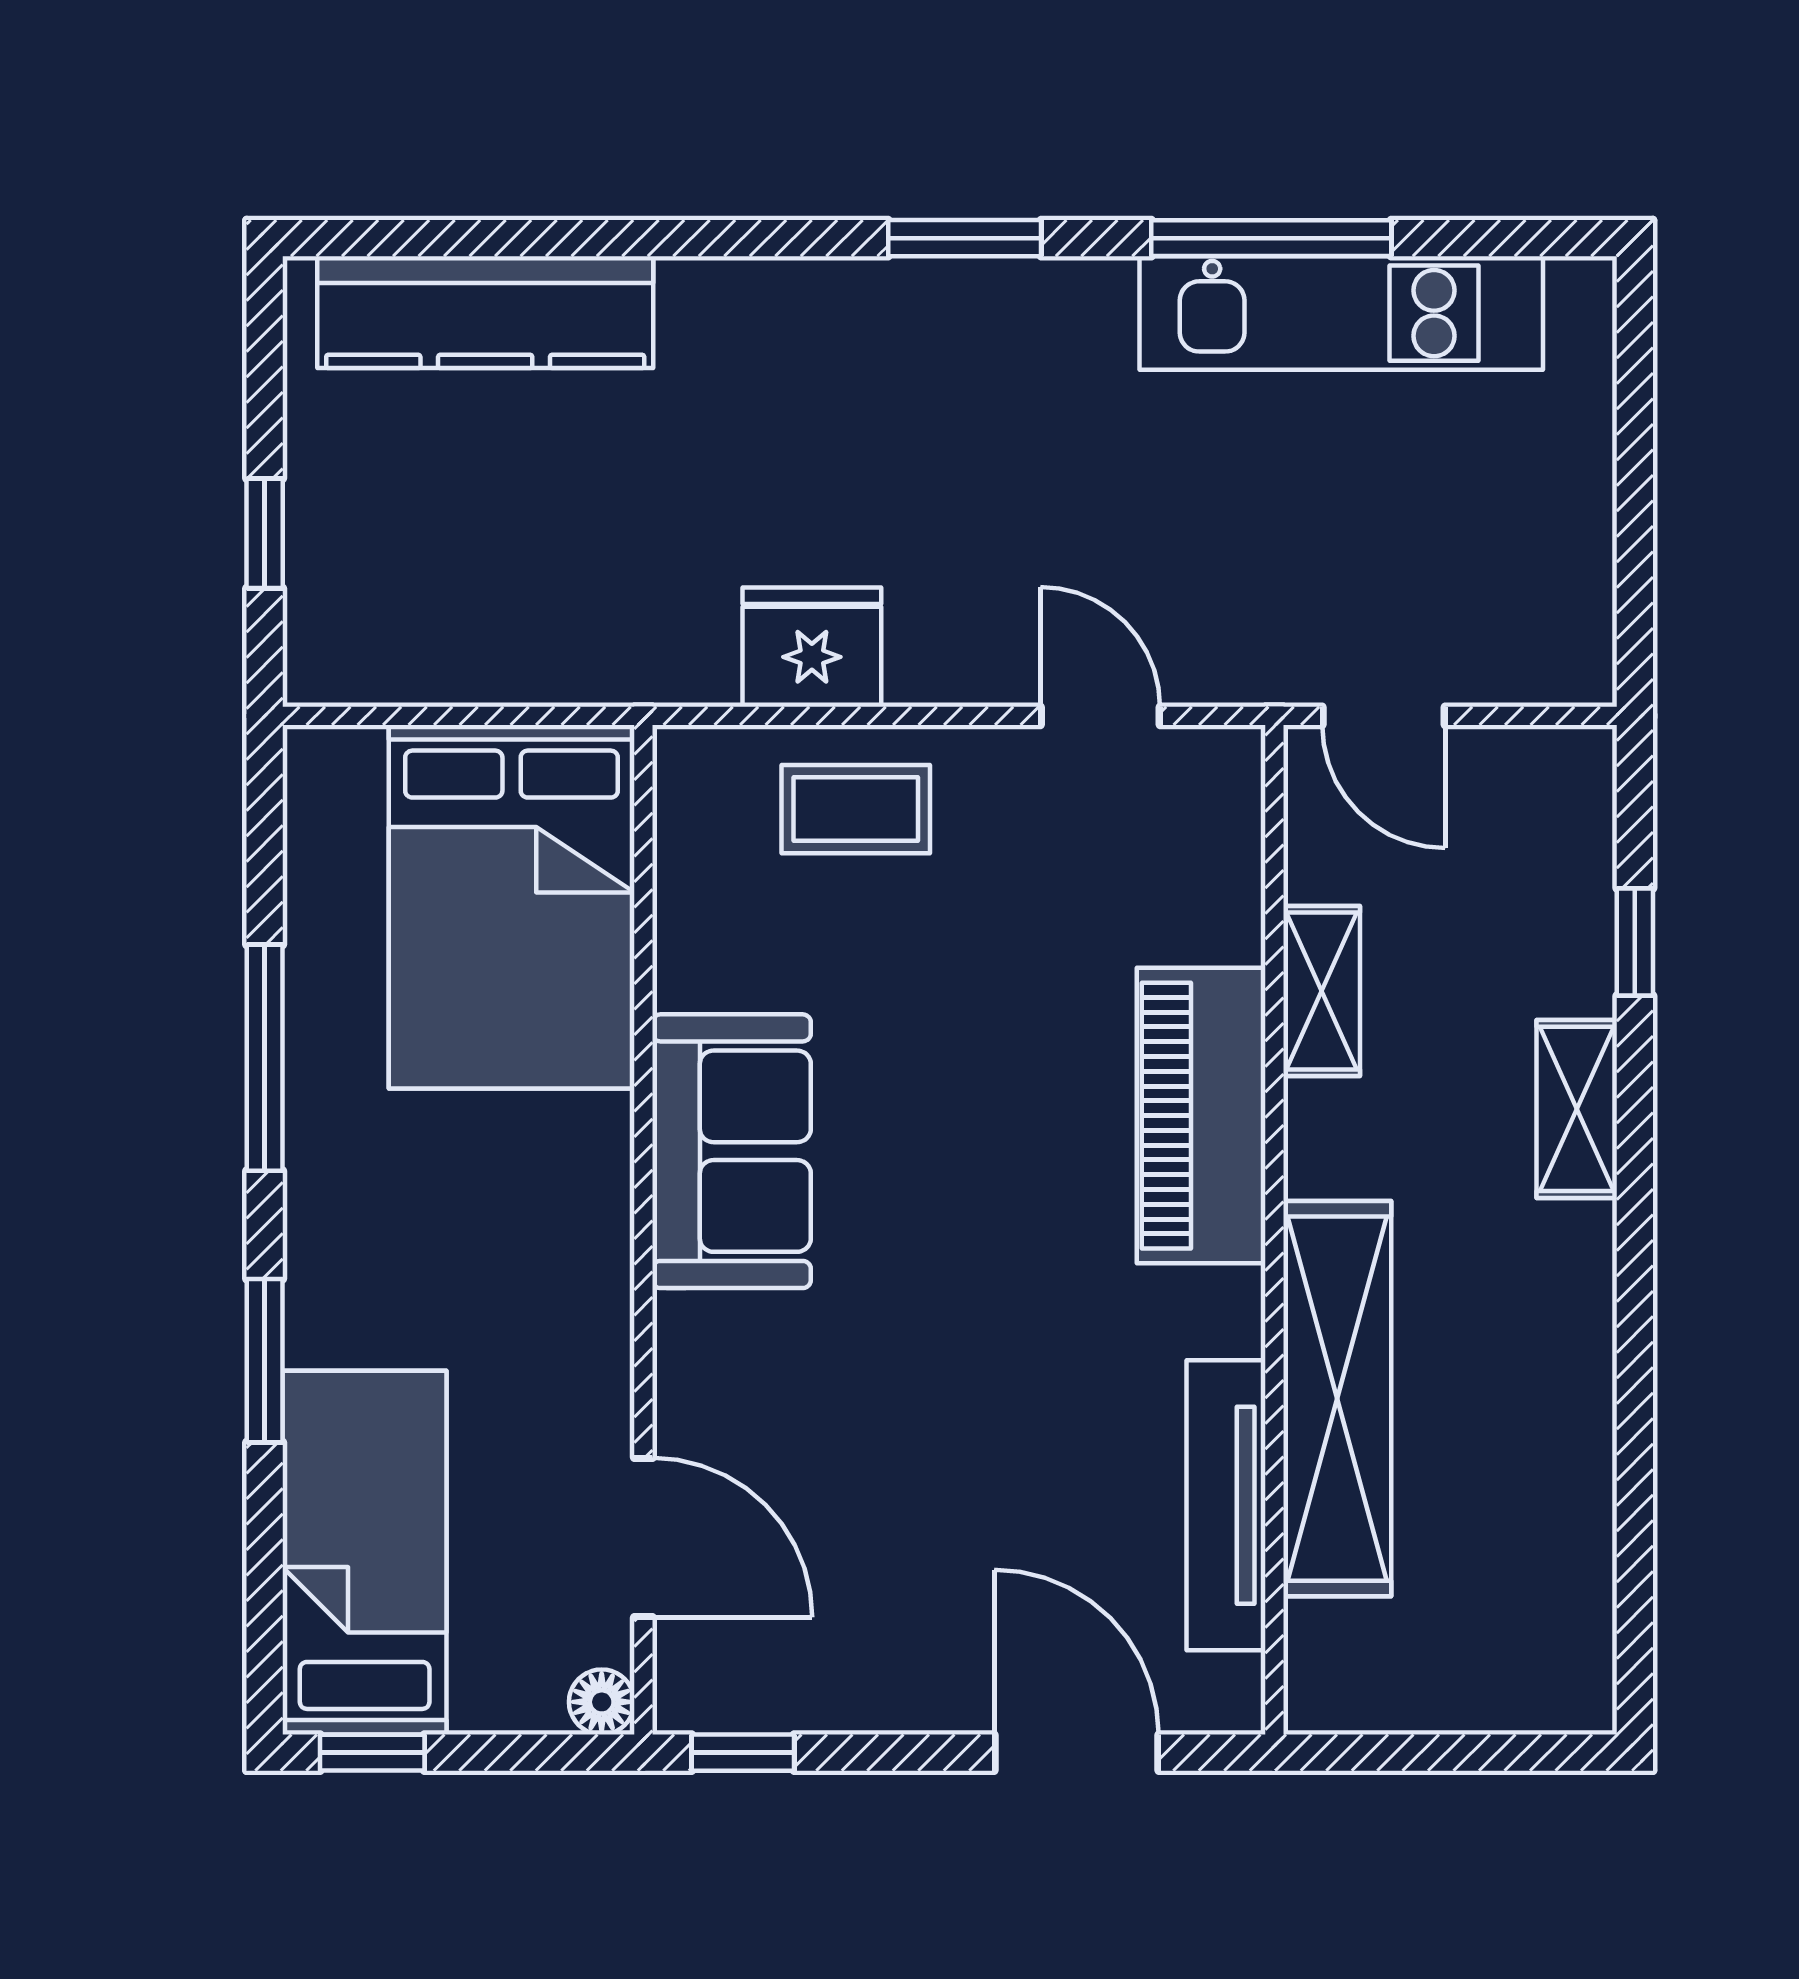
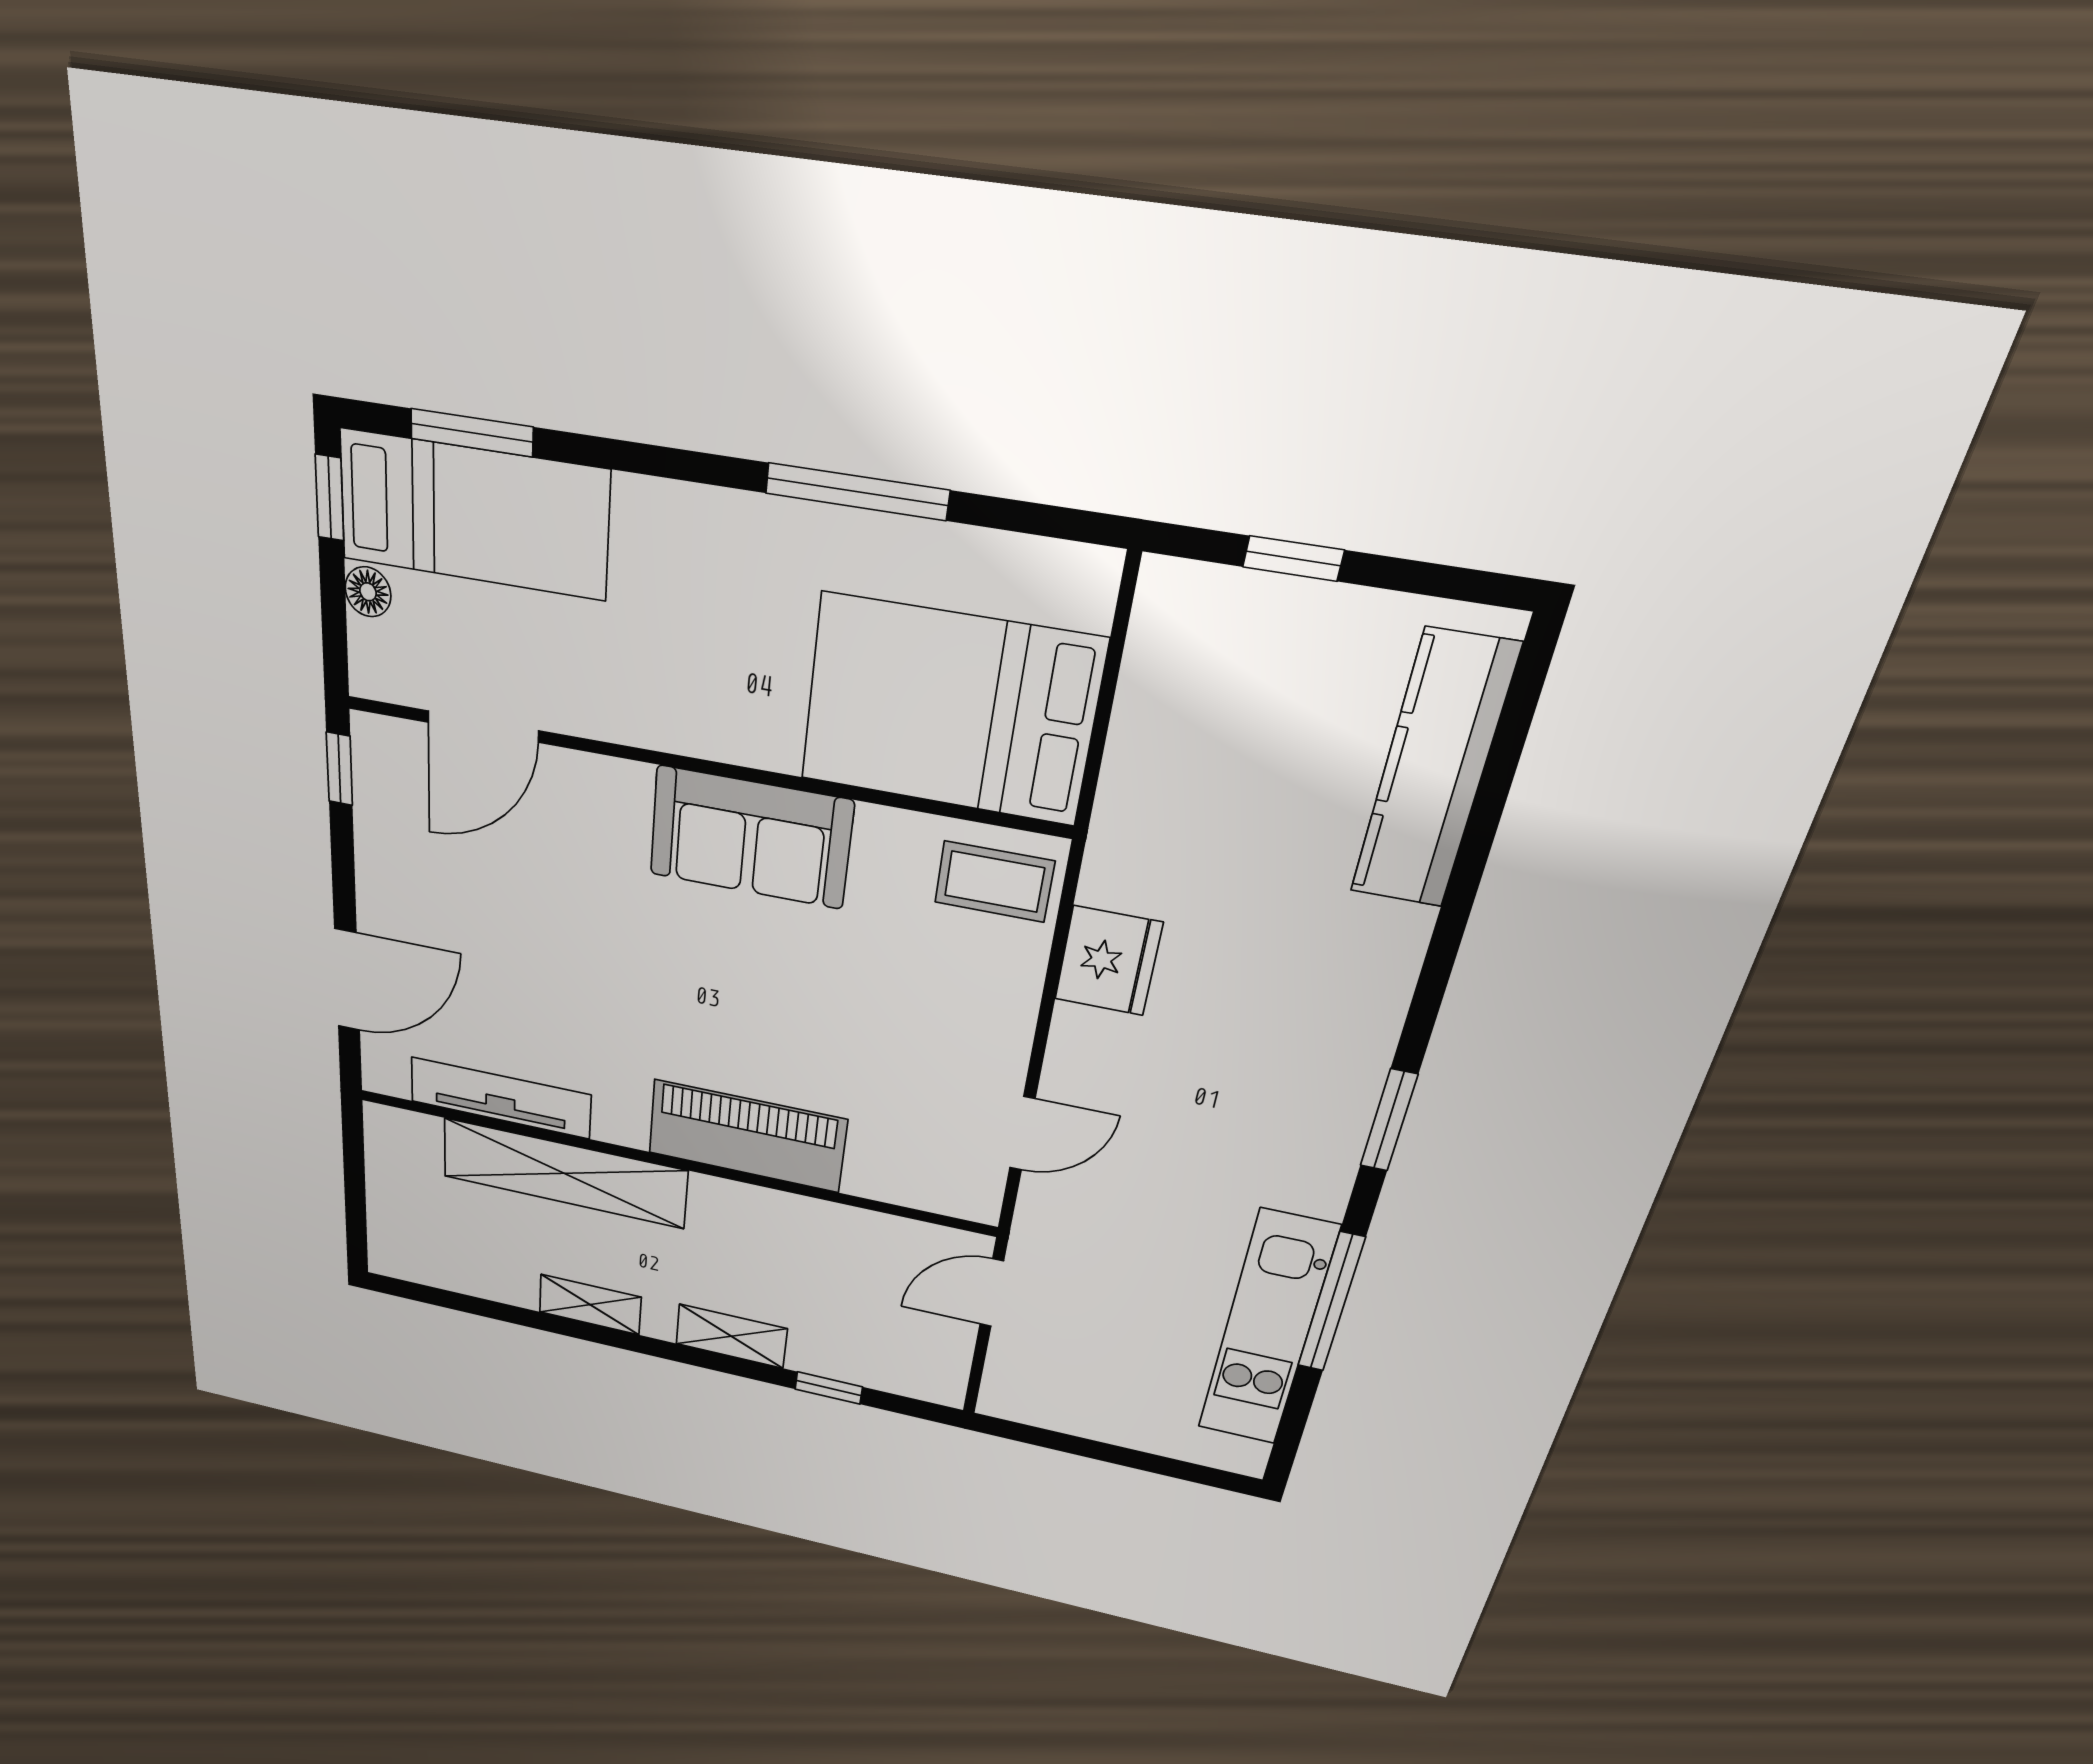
coffee table: (856, 809) -> (994, 882), moved, turned 90
shelving: (1322, 991) -> (590, 1305), moved
window: (265, 1361) -> (472, 433), moved
floor lamp: (602, 1702) -> (368, 592), moved

